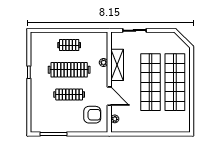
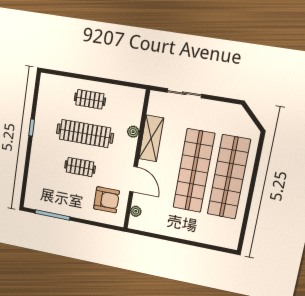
clothes rail: (69, 95) -> (80, 167), width x0.73

